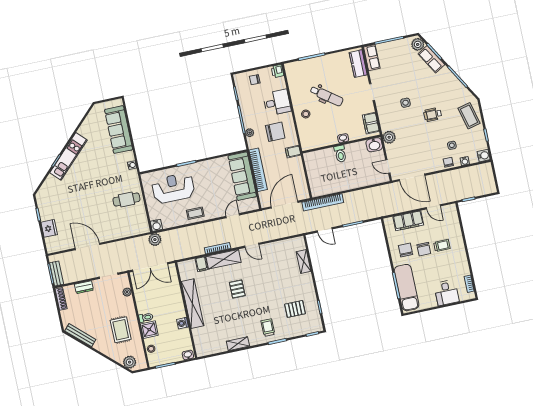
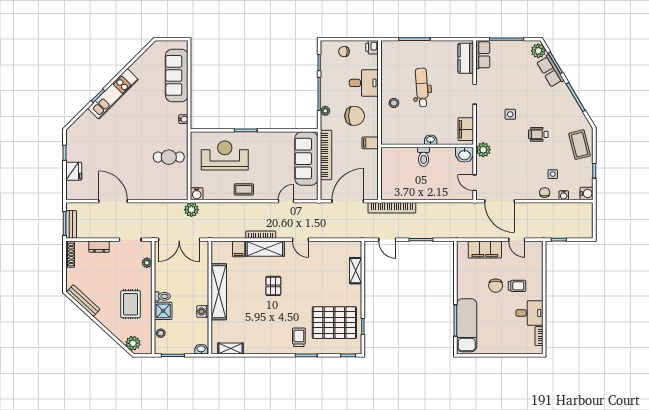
dental chair: (327, 96) -> (422, 87), turned -130
chair: (406, 250) -> (475, 282), removed
desk: (446, 293) -> (529, 313), moved, turned -90
pallet: (295, 309) -> (334, 323), width x2.05, depth x2.00
shelving: (238, 344) -> (231, 348), moved

